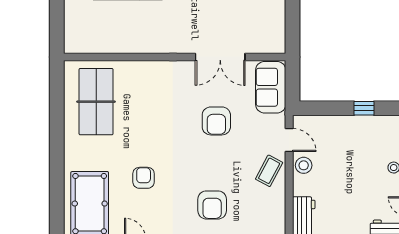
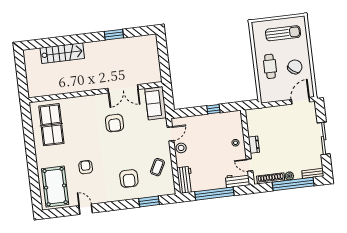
armchair: (216, 121) -> (114, 123), moved
door: (289, 140) -> (171, 134), hinge flipped
coffee table: (269, 171) -> (157, 167), moved

